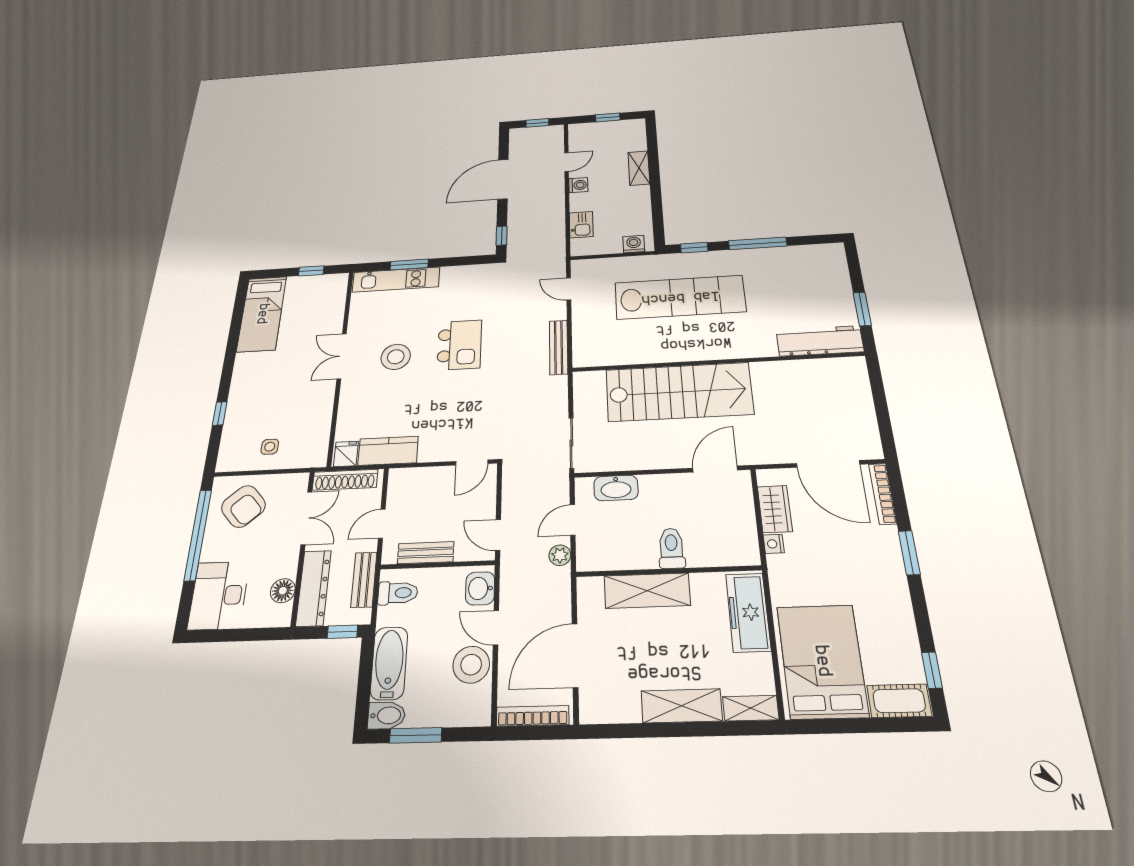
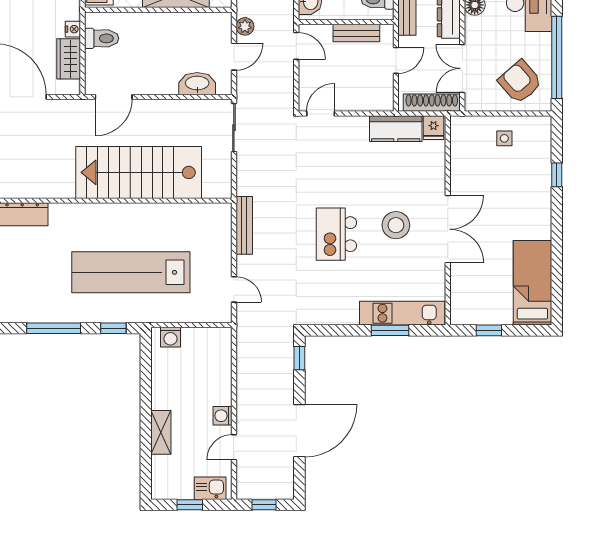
kitchen sink: (581, 225) -> (210, 488), moved, turned 90
double door: (342, 356) -> (448, 229), width x1.37
toilet: (671, 548) -> (102, 38), moved, turned -90

